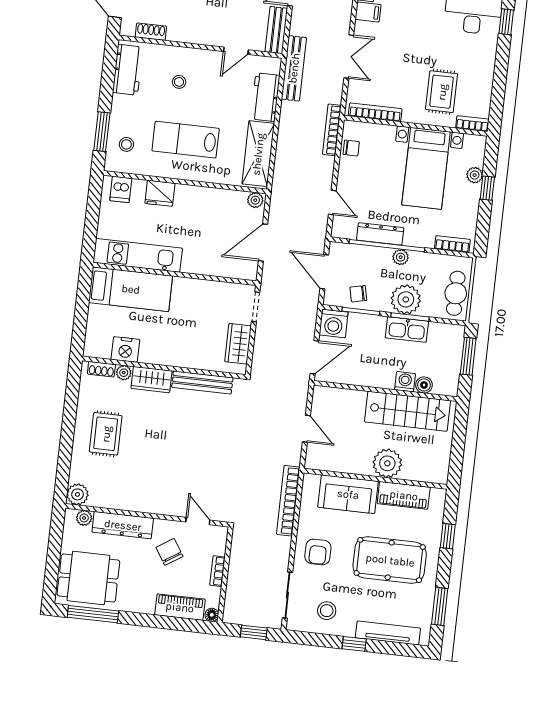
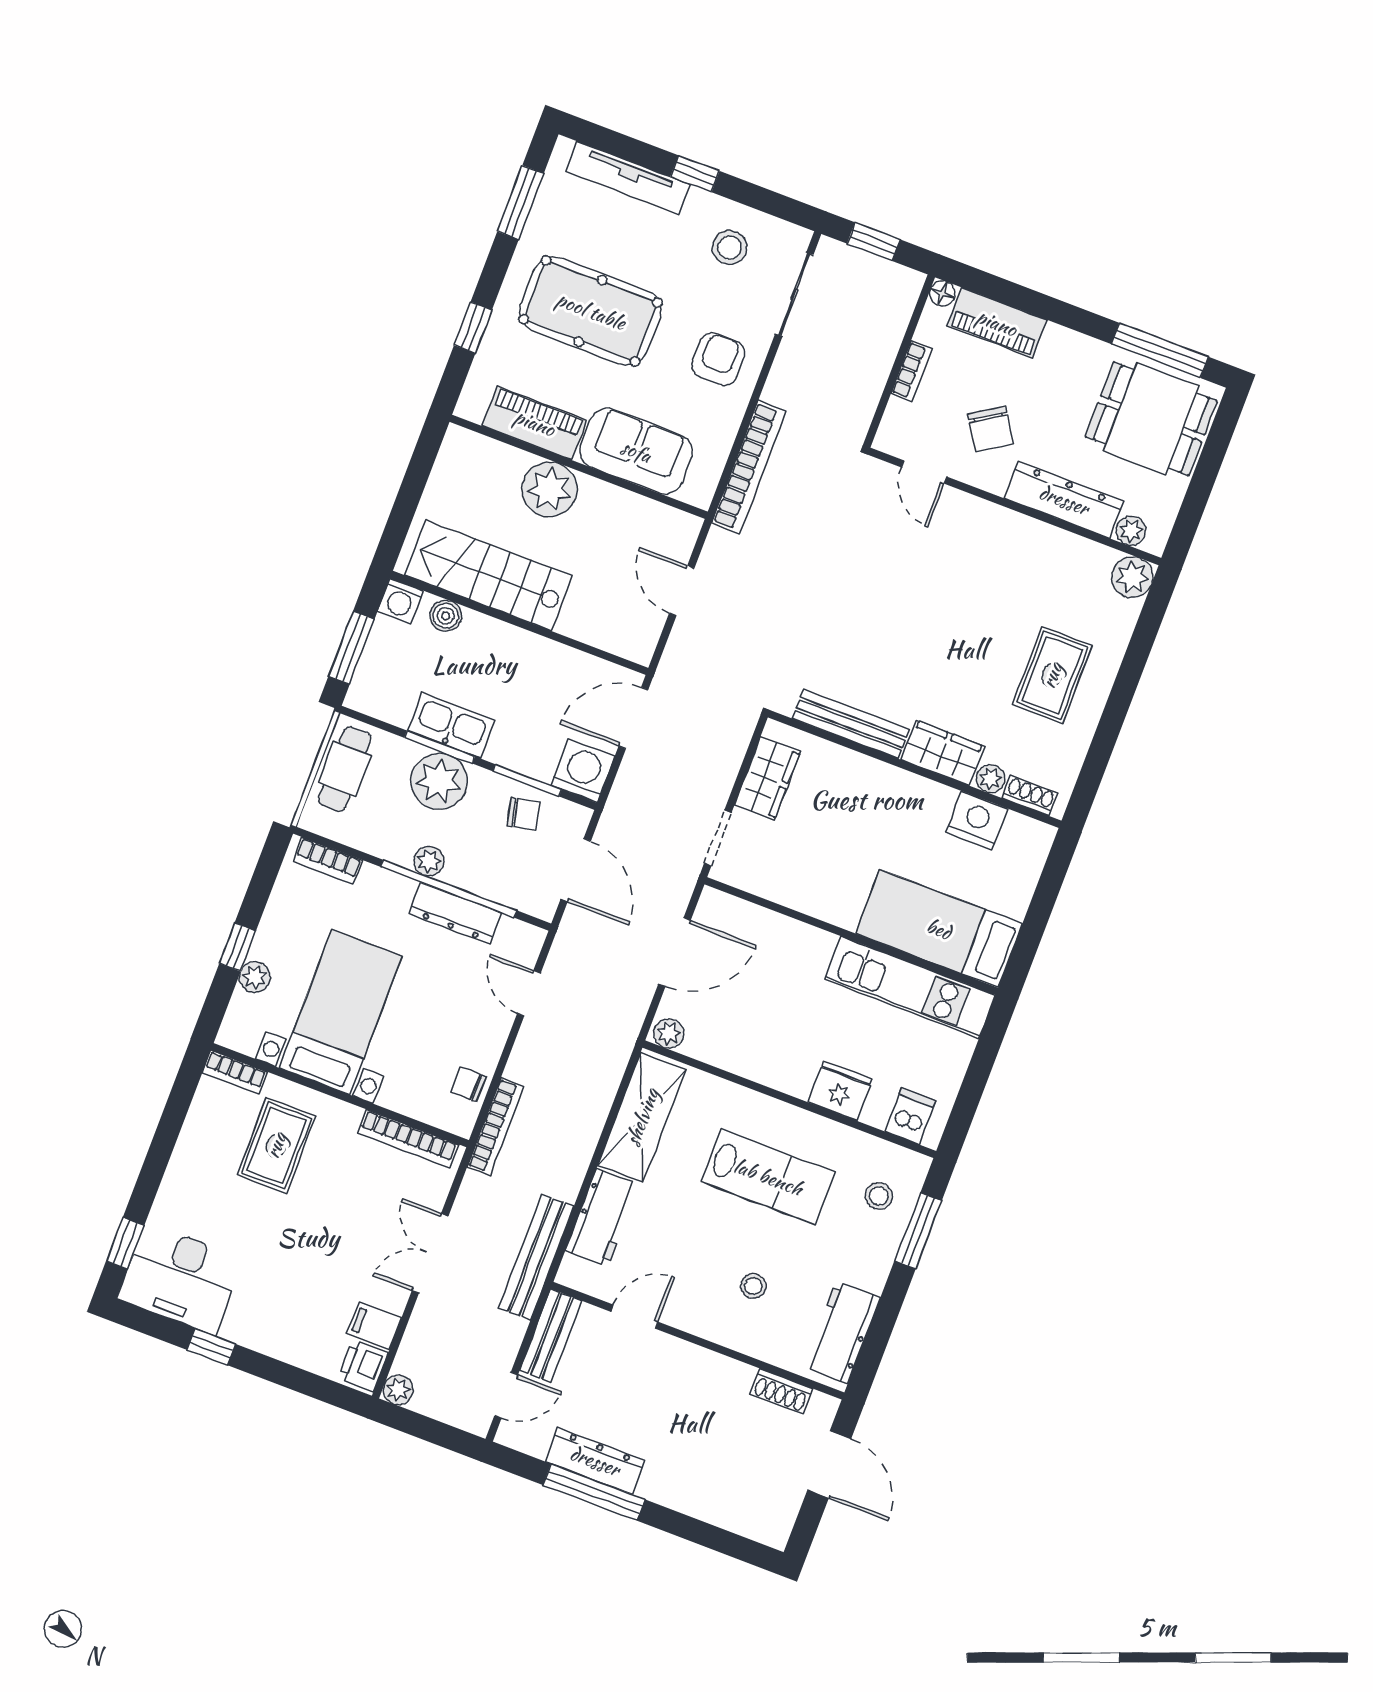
washing machine: (405, 382) -> (400, 601), moved

